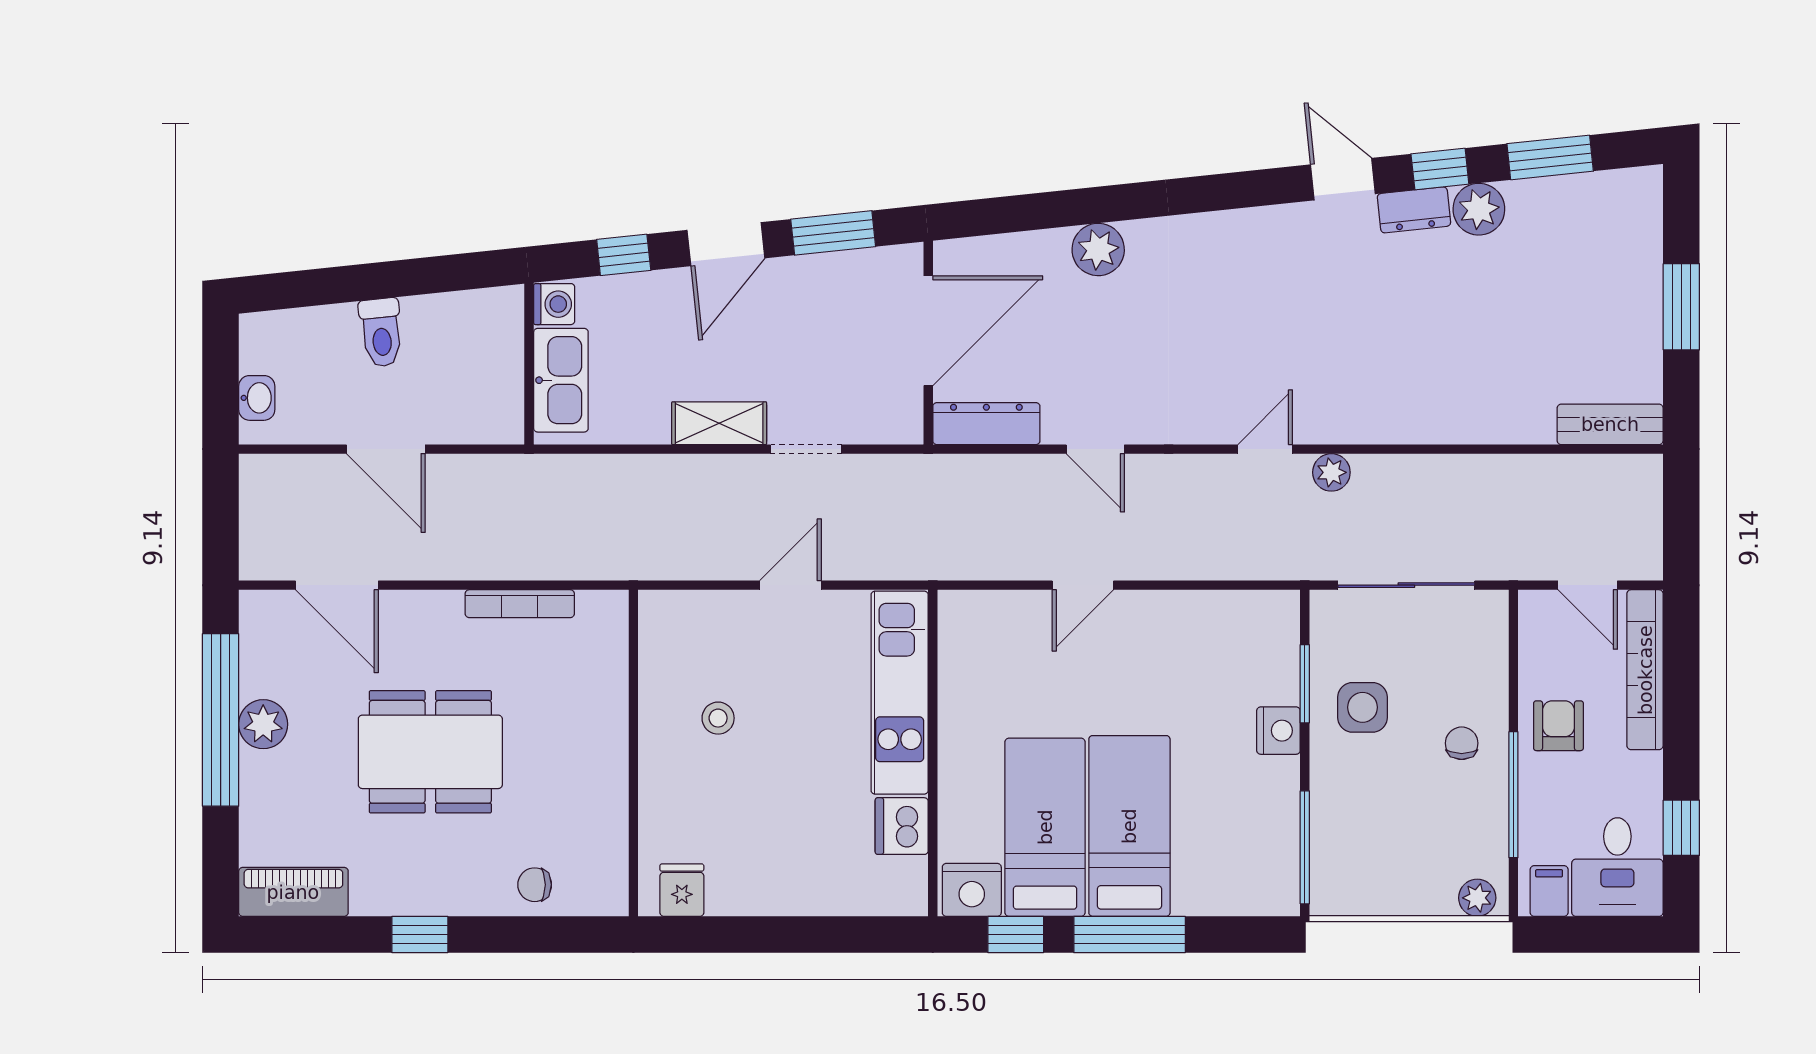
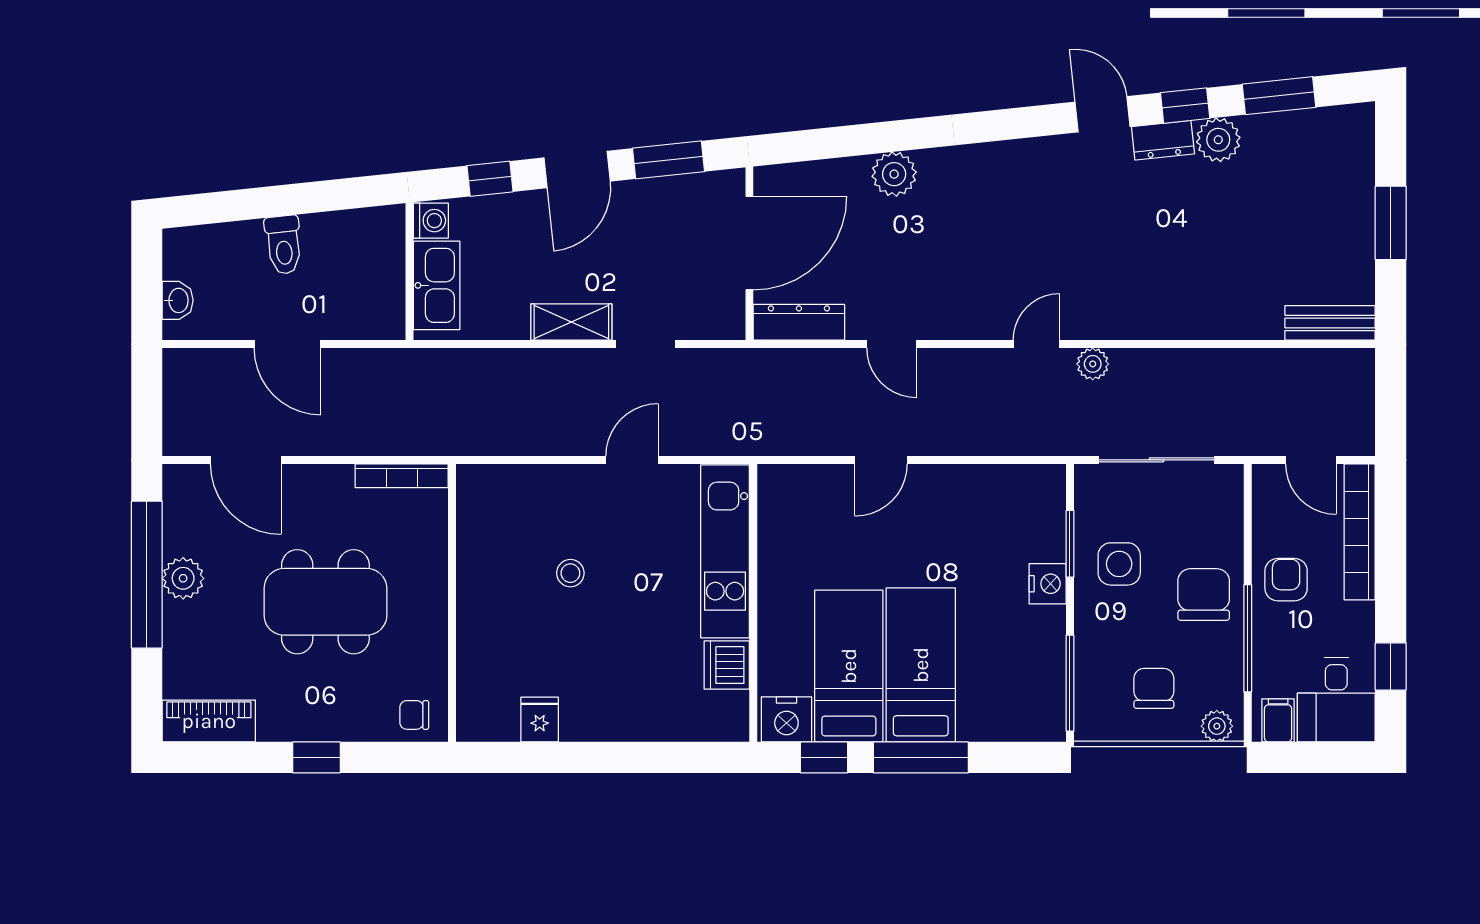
chair: (1462, 743) -> (1204, 595), width x1.87, depth x1.87
wall: (633, 753) -> (452, 603), moved
chair: (1403, 854) -> (1154, 688), added

